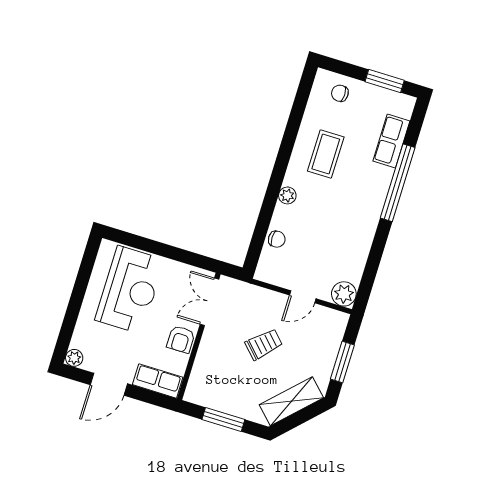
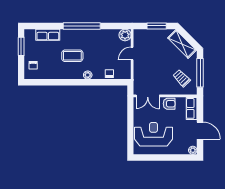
coffee table: (326, 154) -> (72, 56), moved
window: (398, 183) -> (82, 26), moved
door: (303, 297) -> (132, 53), swing flipped
trolley: (264, 344) -> (182, 78), moved
window: (223, 419) -> (200, 73), width x1.44

